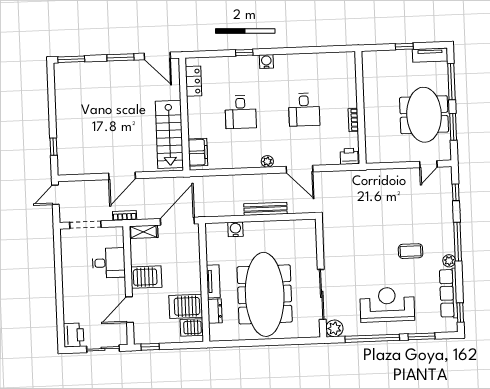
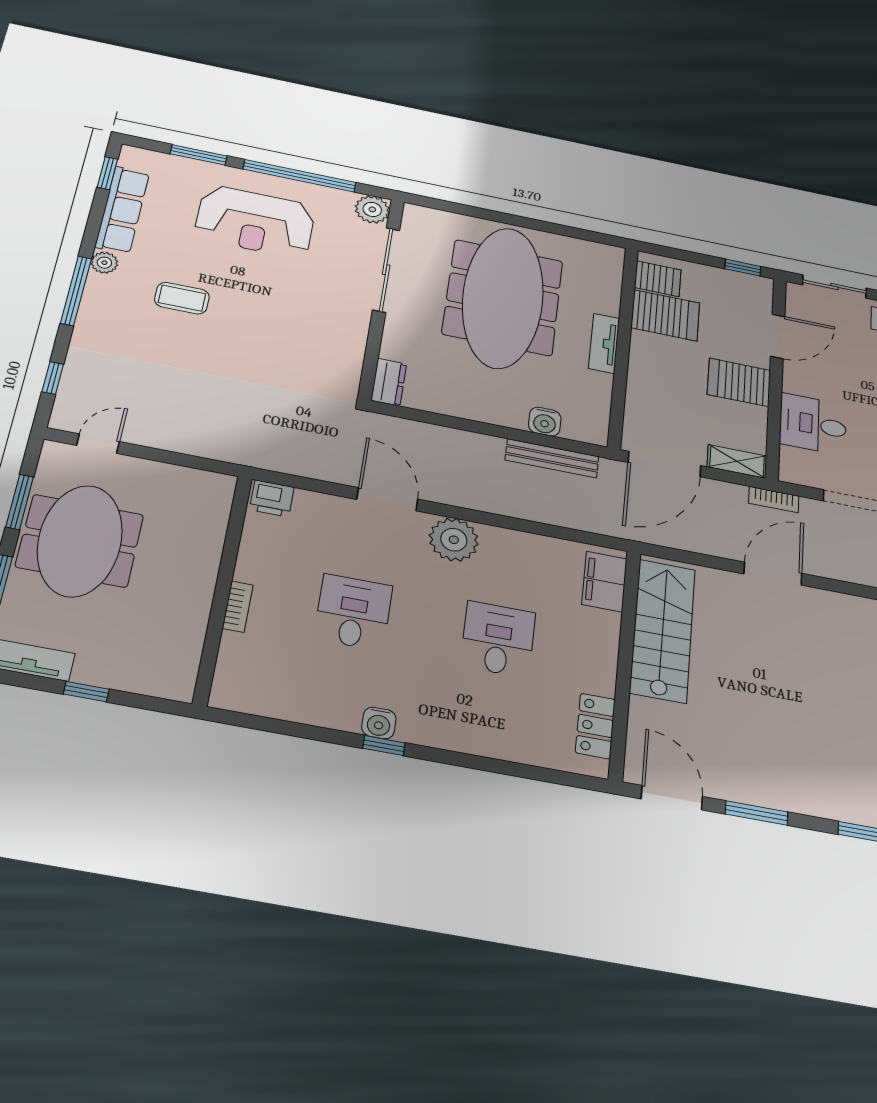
window: (244, 53) -> (384, 746), moved
water cooler: (266, 62) -> (379, 723), moved
bookcase: (353, 120) -> (238, 607), moved
plant: (267, 161) -> (454, 540), width x1.88, depth x1.88
bench: (265, 209) -> (552, 458), moved
dresser: (215, 311) -> (389, 382), moved, turned 180

